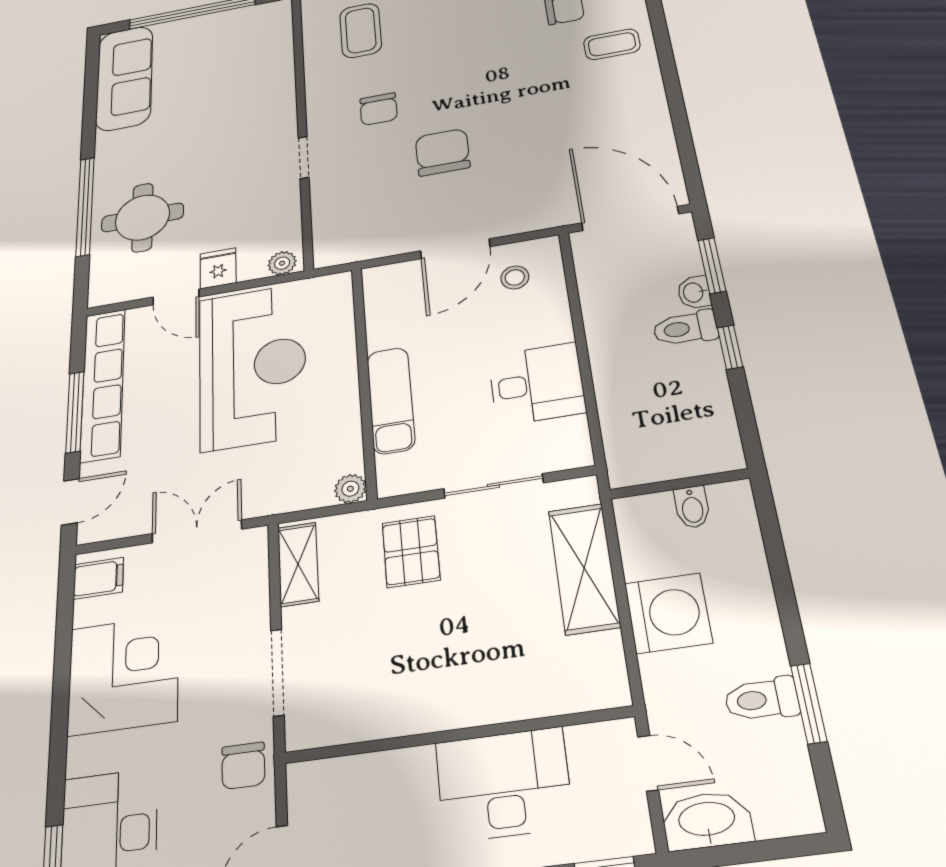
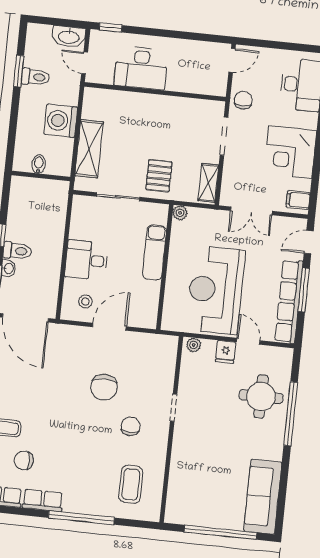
desk: (537, 384) -> (86, 260), moved

